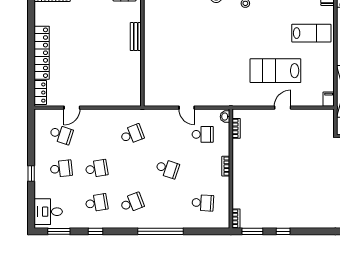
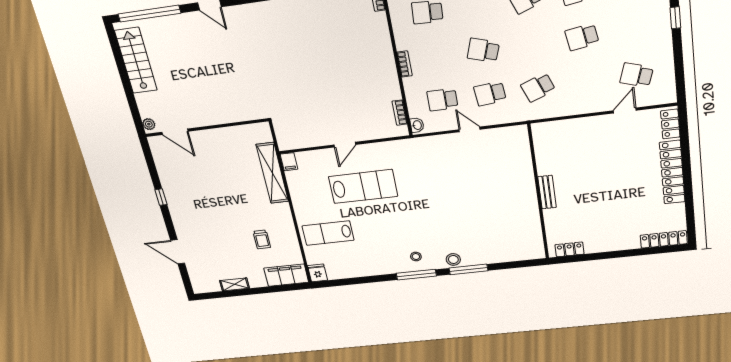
bench: (136, 37) -> (547, 192), moved
school desk: (61, 169) -> (490, 94), moved

